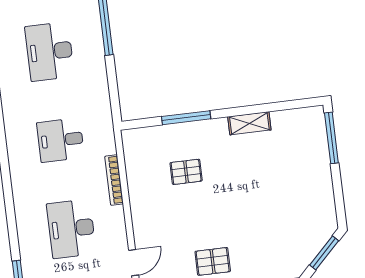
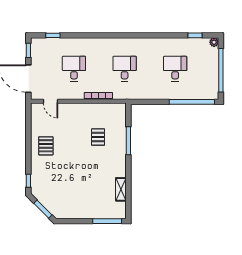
desk: (50, 52) -> (175, 69), width x0.73
shelving: (249, 123) -> (121, 189), moved
desk: (71, 229) -> (74, 69), width x0.73

